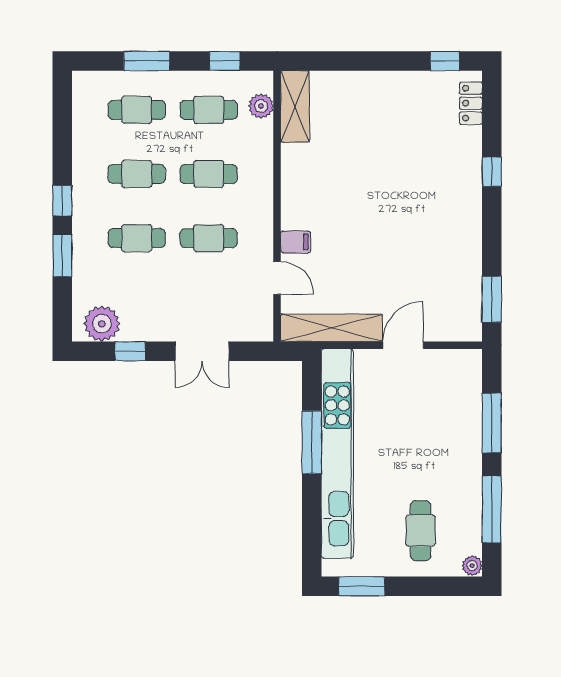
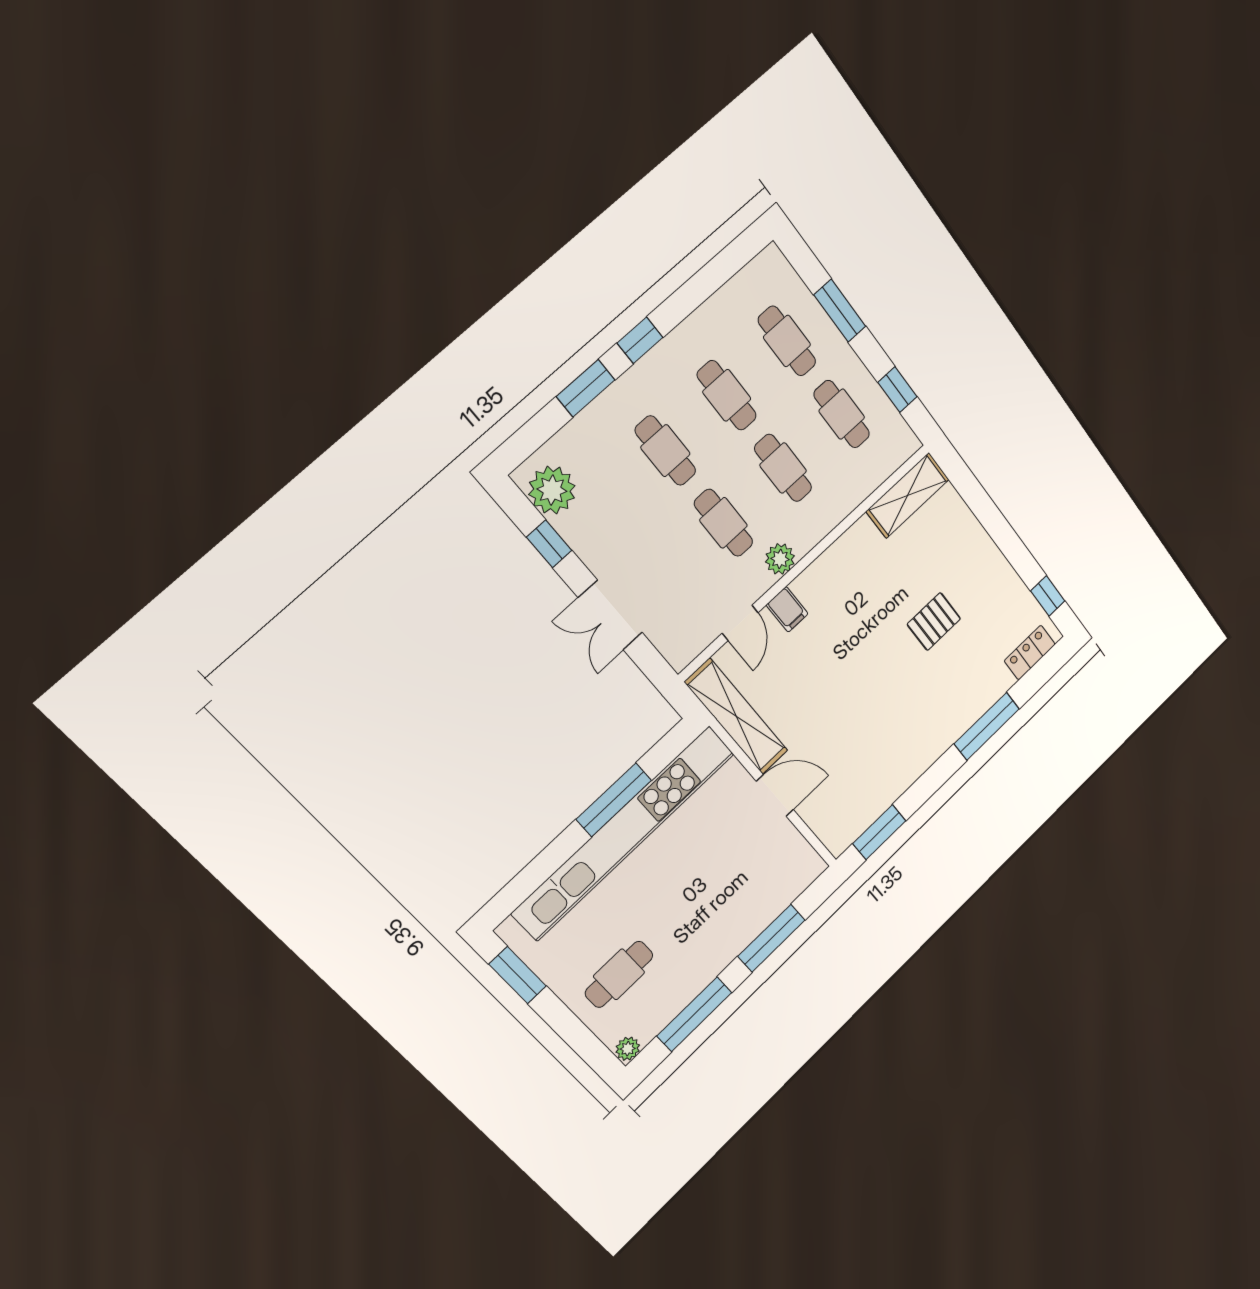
plant: (261, 106) -> (780, 559), moved
pallet: (390, 153) -> (934, 622), added
window: (492, 172) -> (987, 726), width x2.17

